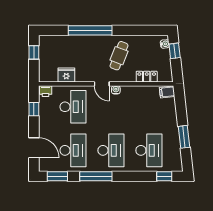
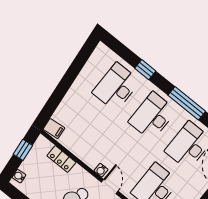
window: (175, 51) -> (23, 150), moved
window: (184, 137) -> (72, 73), removed
window: (164, 176) -> (145, 70), moved

